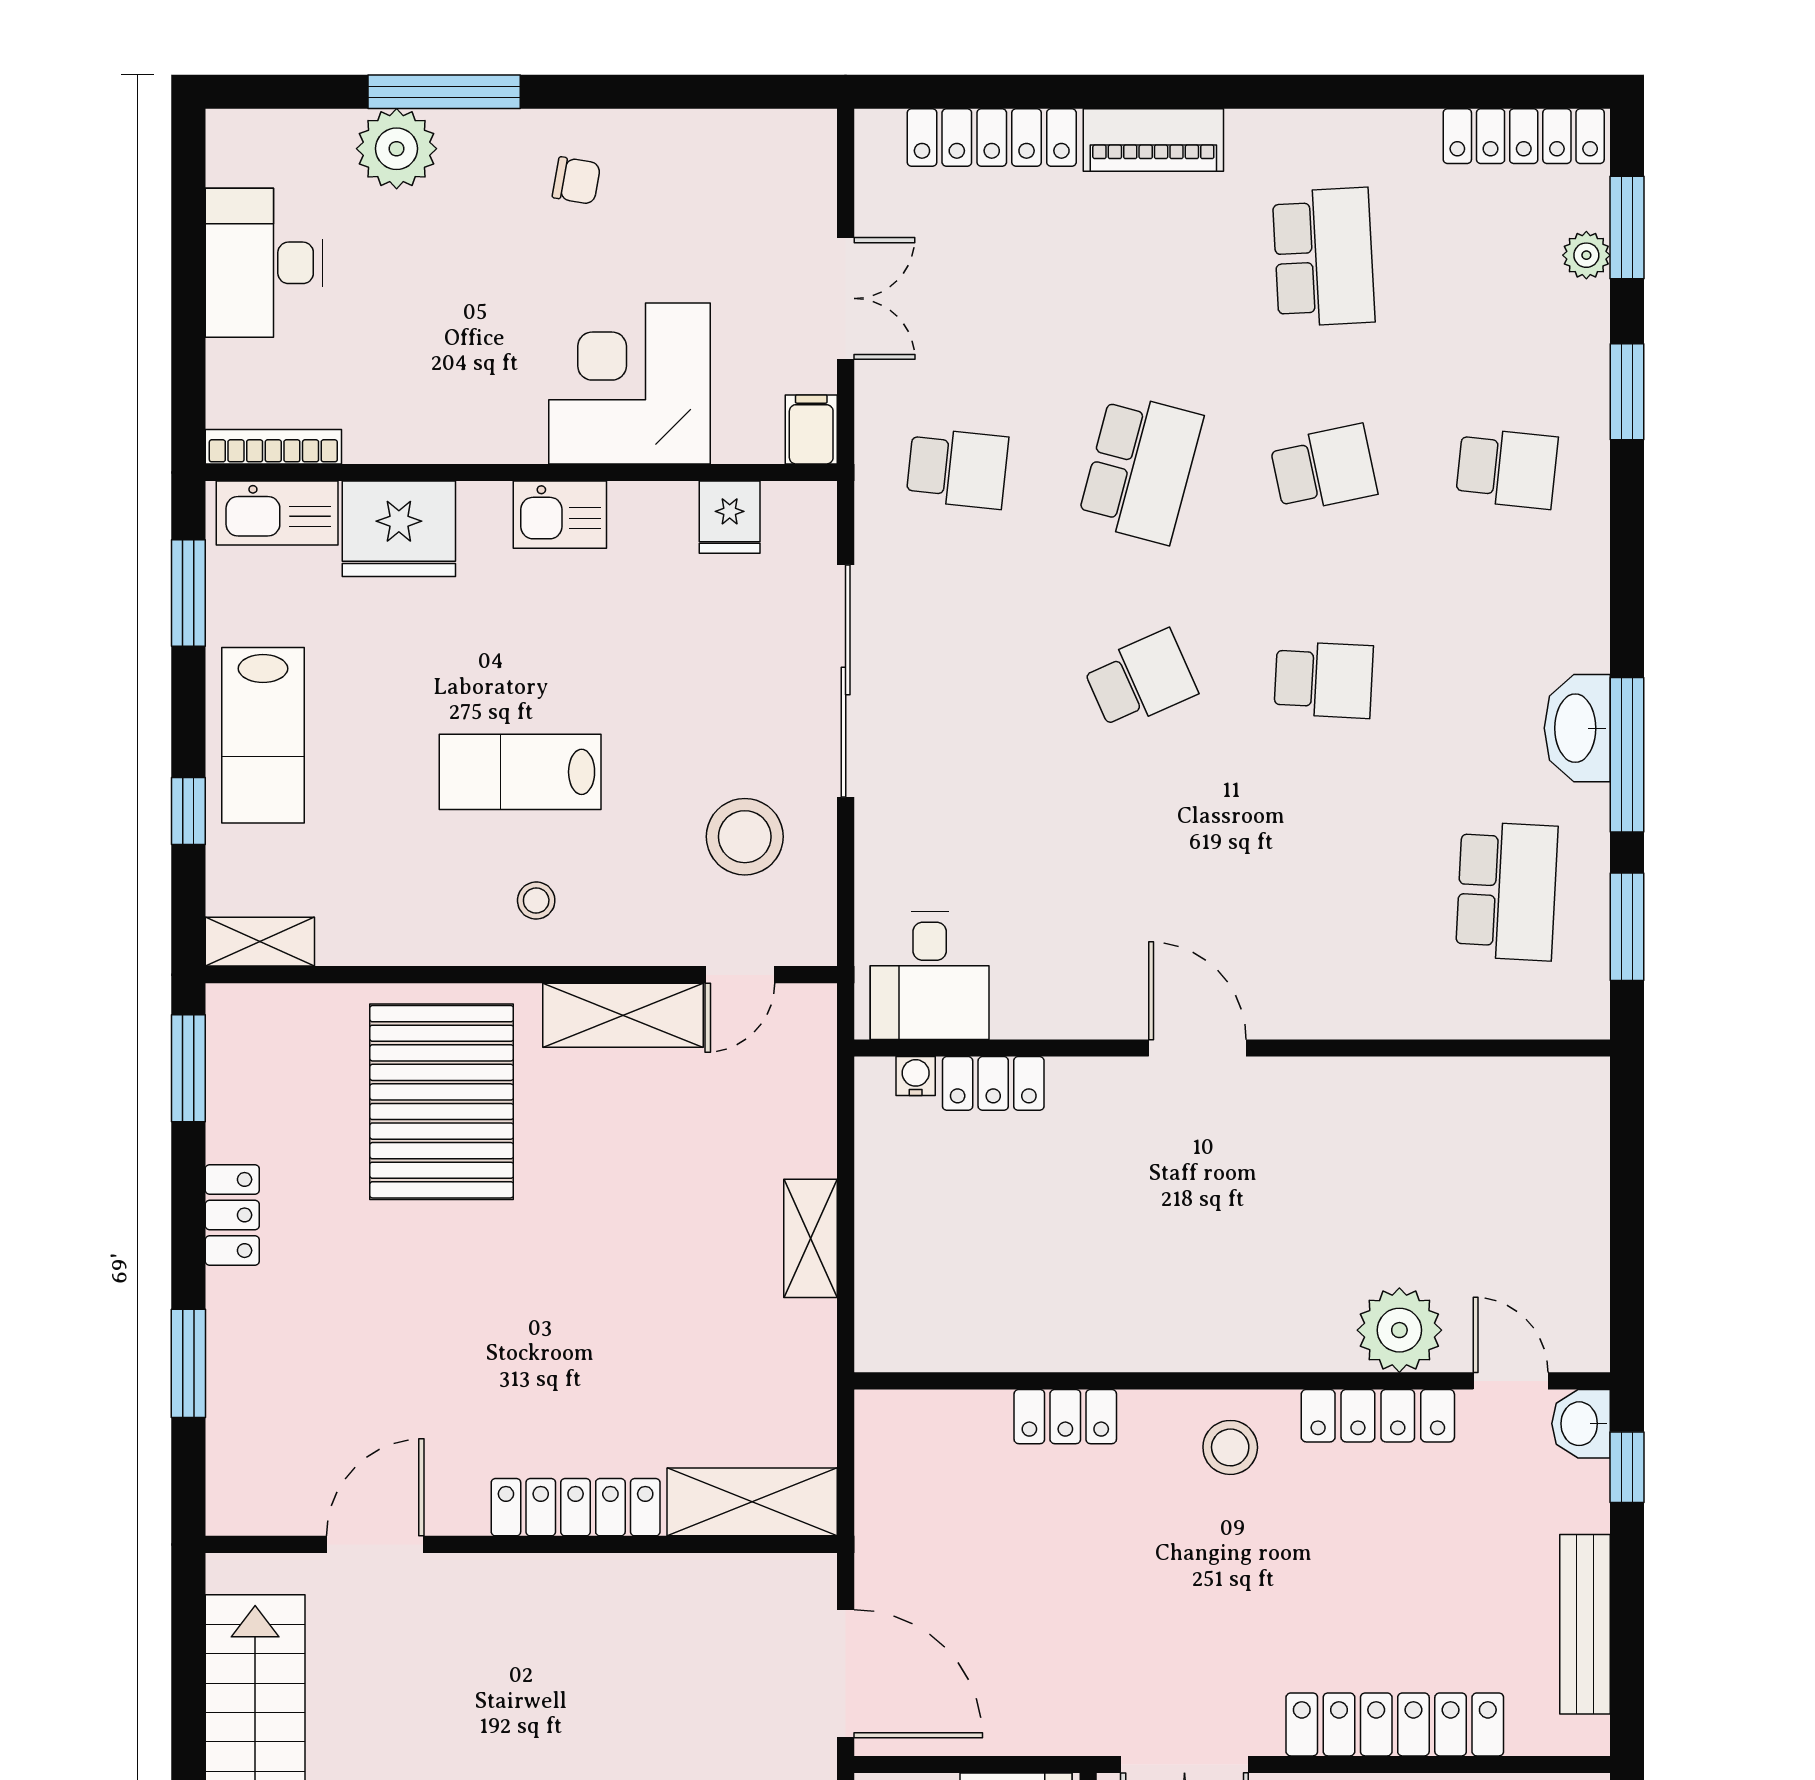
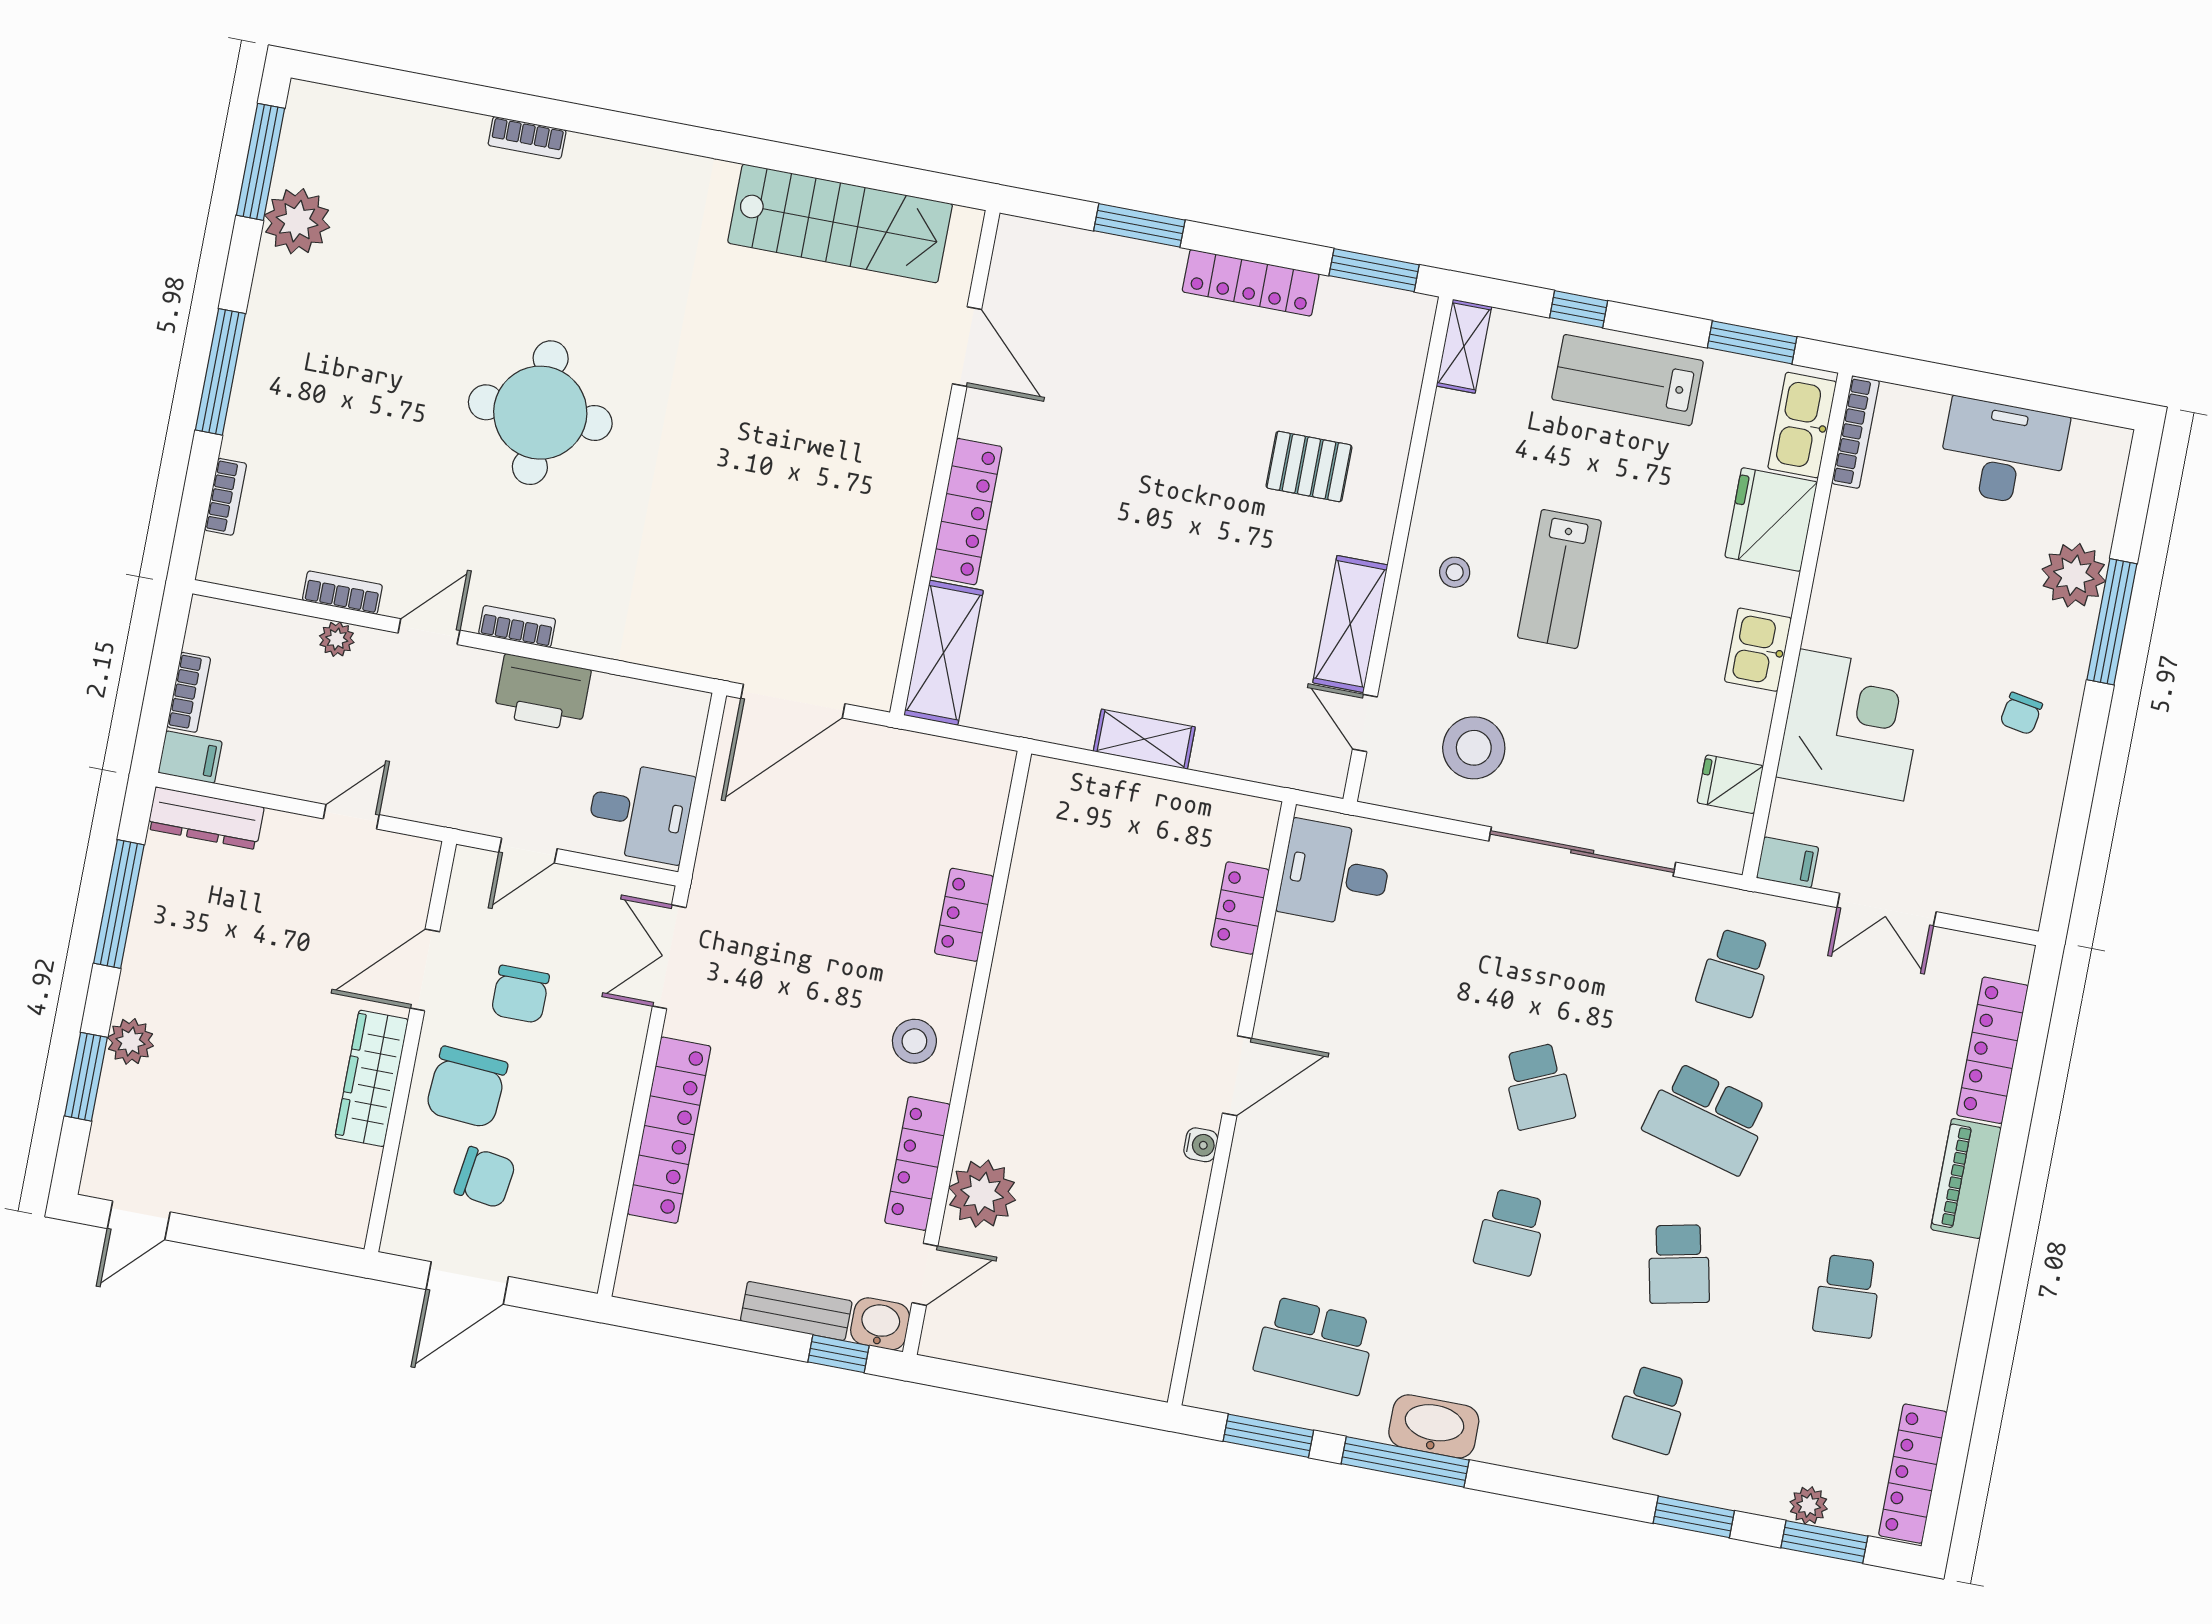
school desk: (1324, 257) -> (1847, 1296), width x0.54
lab bench: (520, 772) -> (1559, 579), turned 180
water cooler: (916, 1076) -> (1201, 1145), moved
pallet: (442, 1102) -> (1309, 467), width x0.49, depth x0.50
locker: (232, 1215) -> (1251, 283), width x1.53
bench: (1585, 1624) -> (796, 1311), moved, width x0.73

